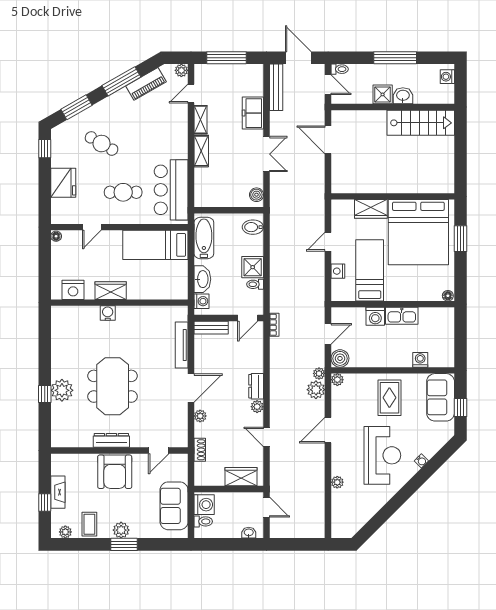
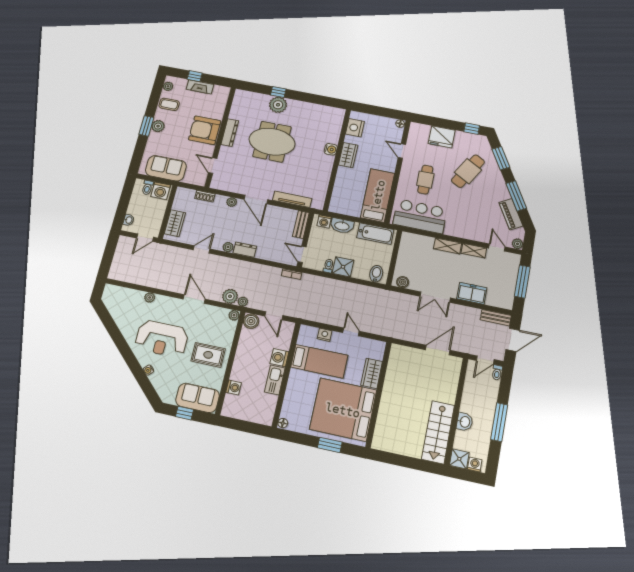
bench: (276, 87) -> (496, 318), width x0.73
shower: (383, 94) -> (459, 459), moved
cafe table: (102, 144) -> (468, 171), width x1.37, depth x1.35

